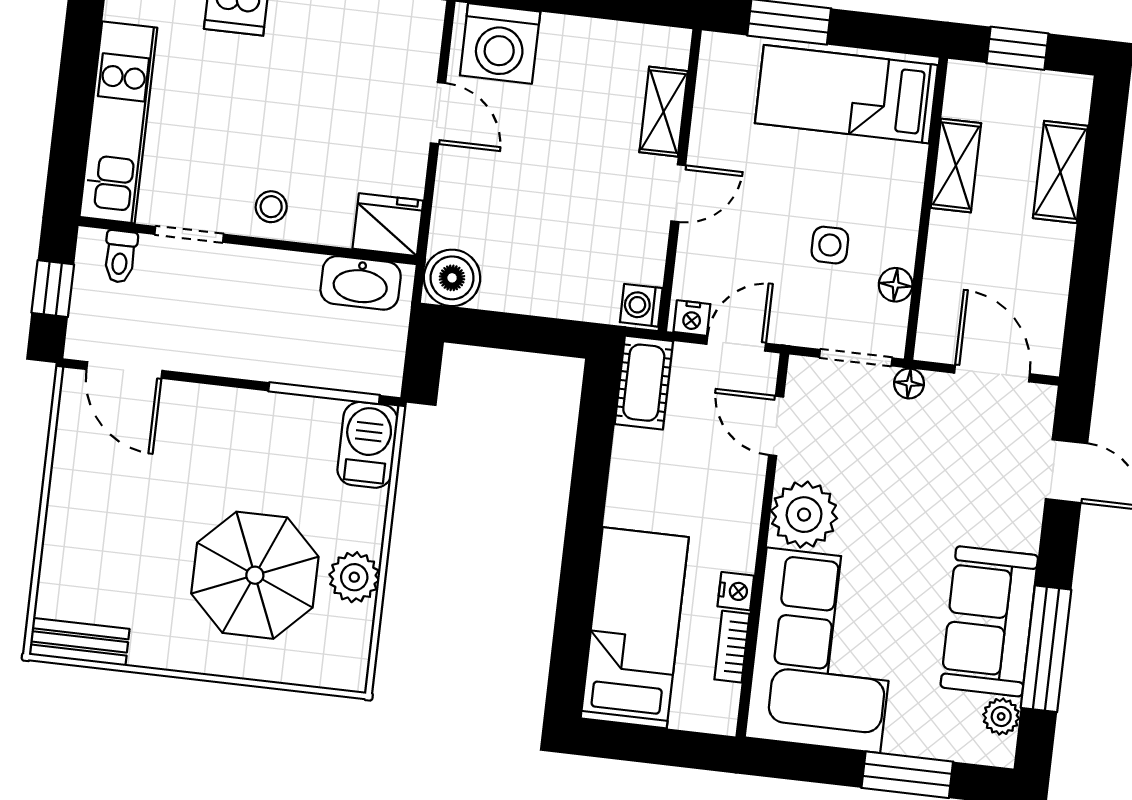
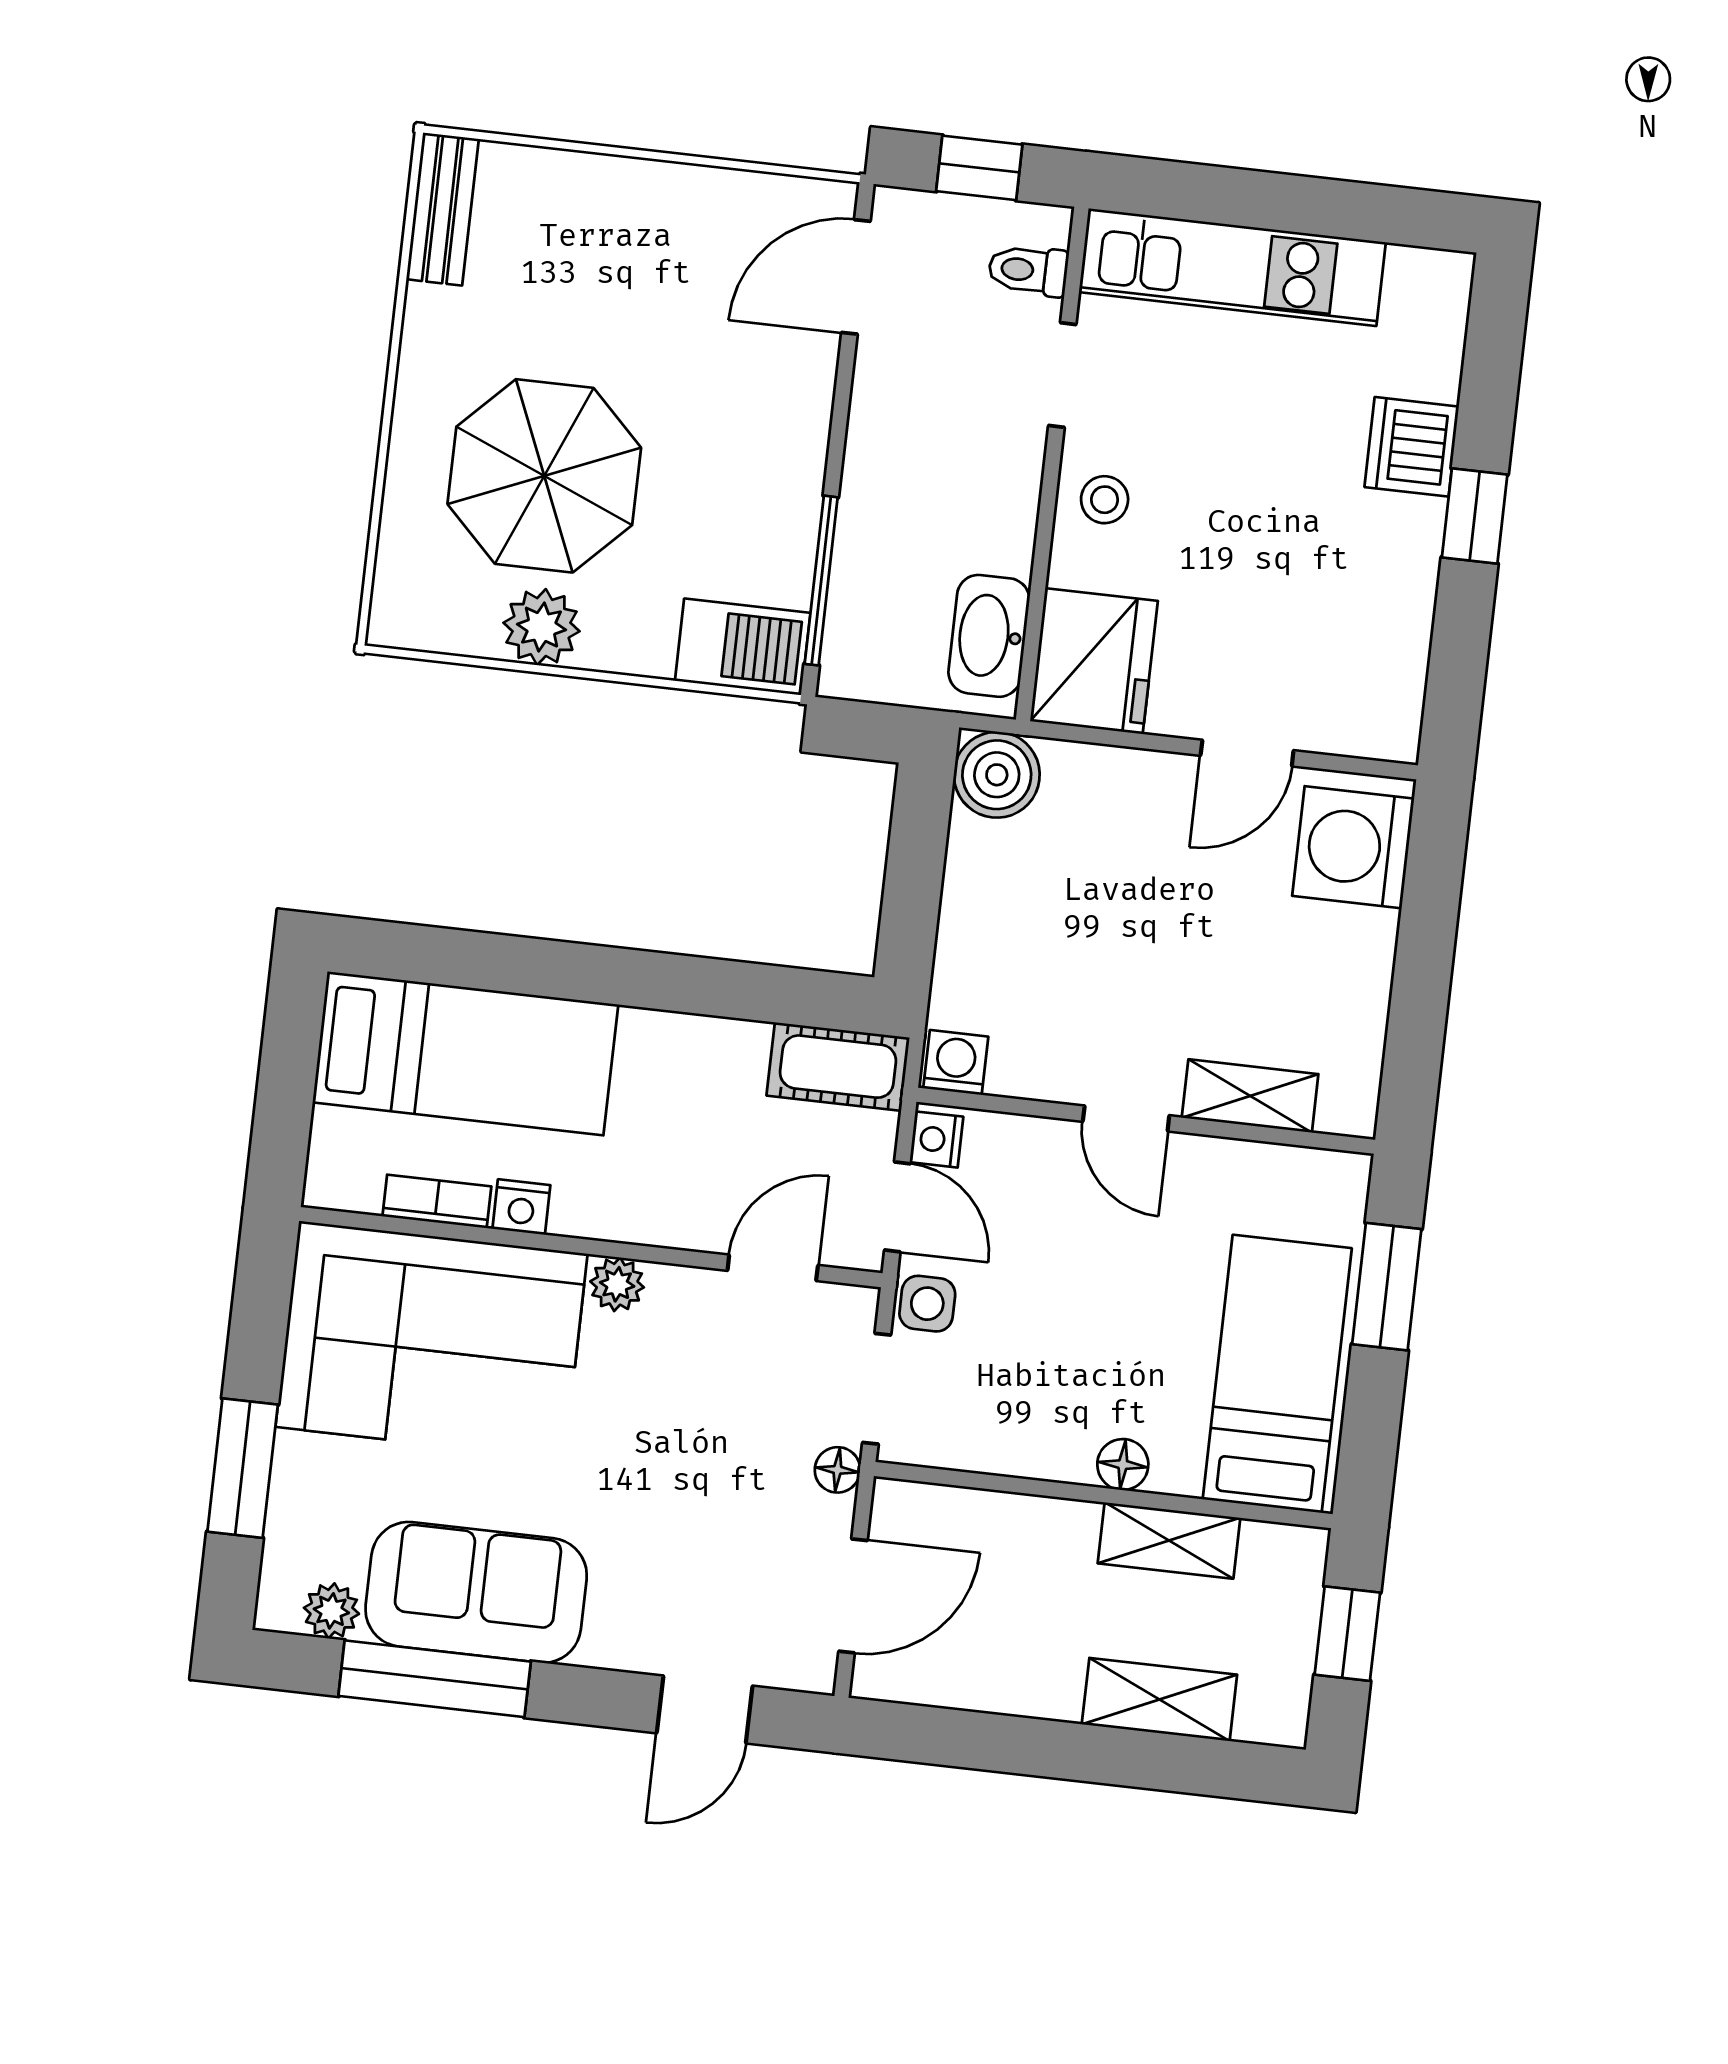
fridge: (388, 225) -> (1094, 661), width x1.36, depth x1.34
side table: (830, 245) -> (927, 1304), moved
floor lamp: (896, 285) -> (1123, 1465), moved
plant: (804, 515) -> (617, 1284), width x0.53, depth x0.53

